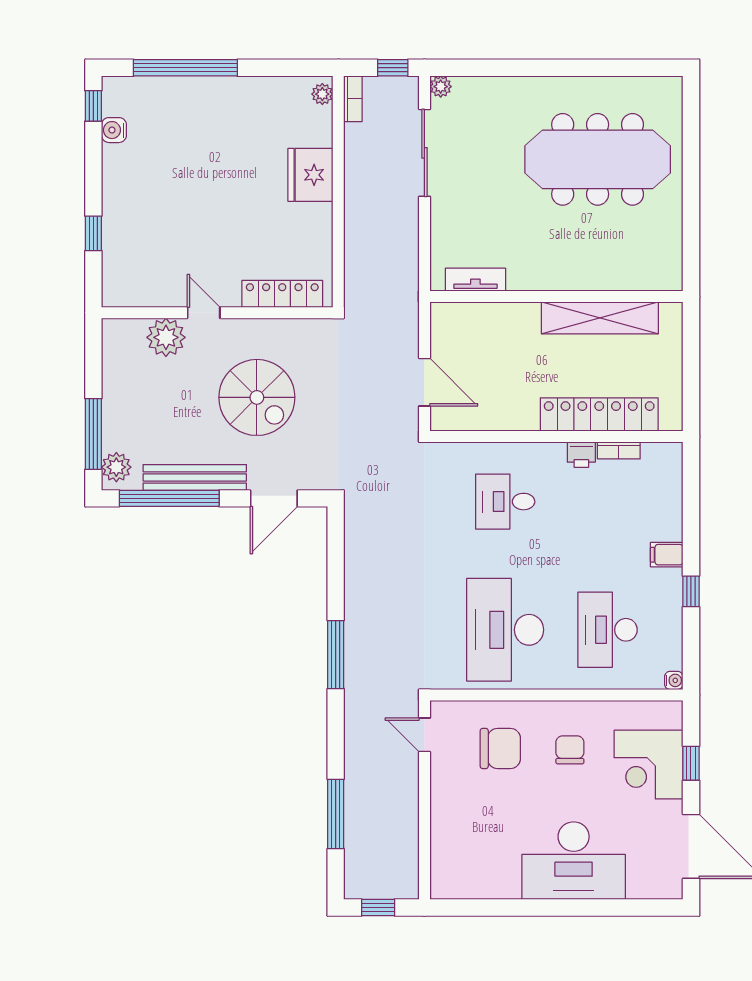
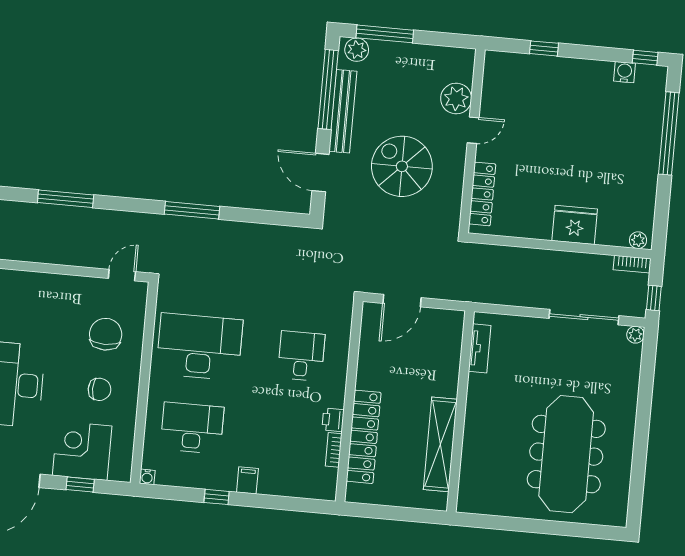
spiral stairs: (257, 397) -> (402, 166), turned 90
chair: (500, 748) -> (106, 334), turned 180

